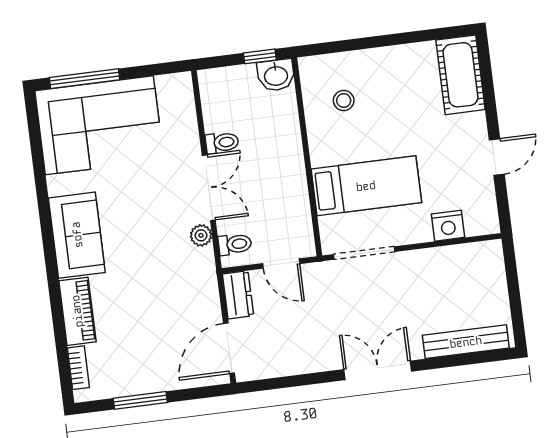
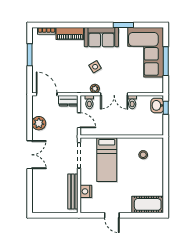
window: (260, 56) -> (166, 108), moved
washbasin: (276, 75) -> (157, 105), moved
window: (84, 79) -> (166, 61), moved
window: (41, 187) -> (123, 25), added
side table: (149, 241) -> (95, 67), added
door: (281, 264) -> (79, 120), swing flipped
bench: (466, 342) -> (73, 191), moved
plant: (300, 358) -> (39, 123), added

